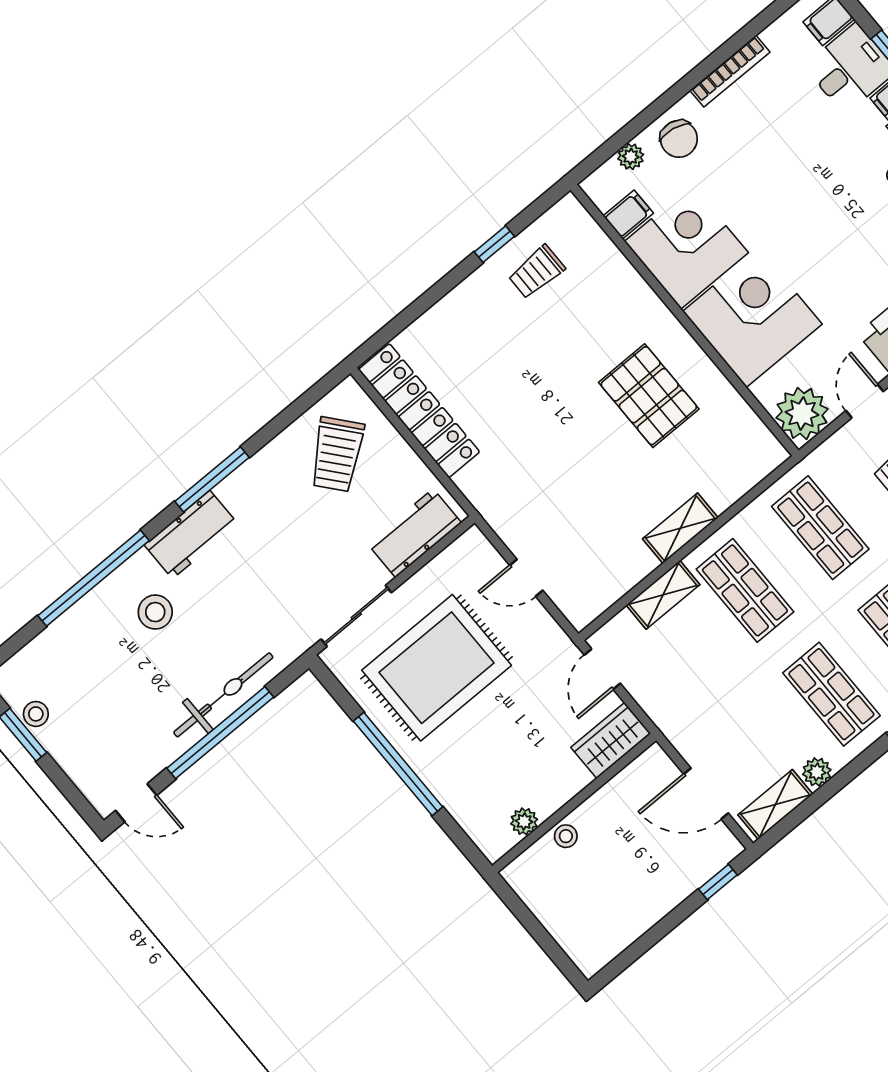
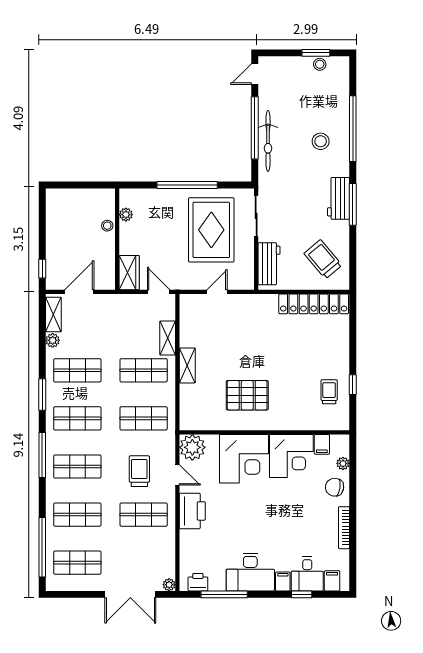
workbench: (191, 535) -> (339, 198), moved

